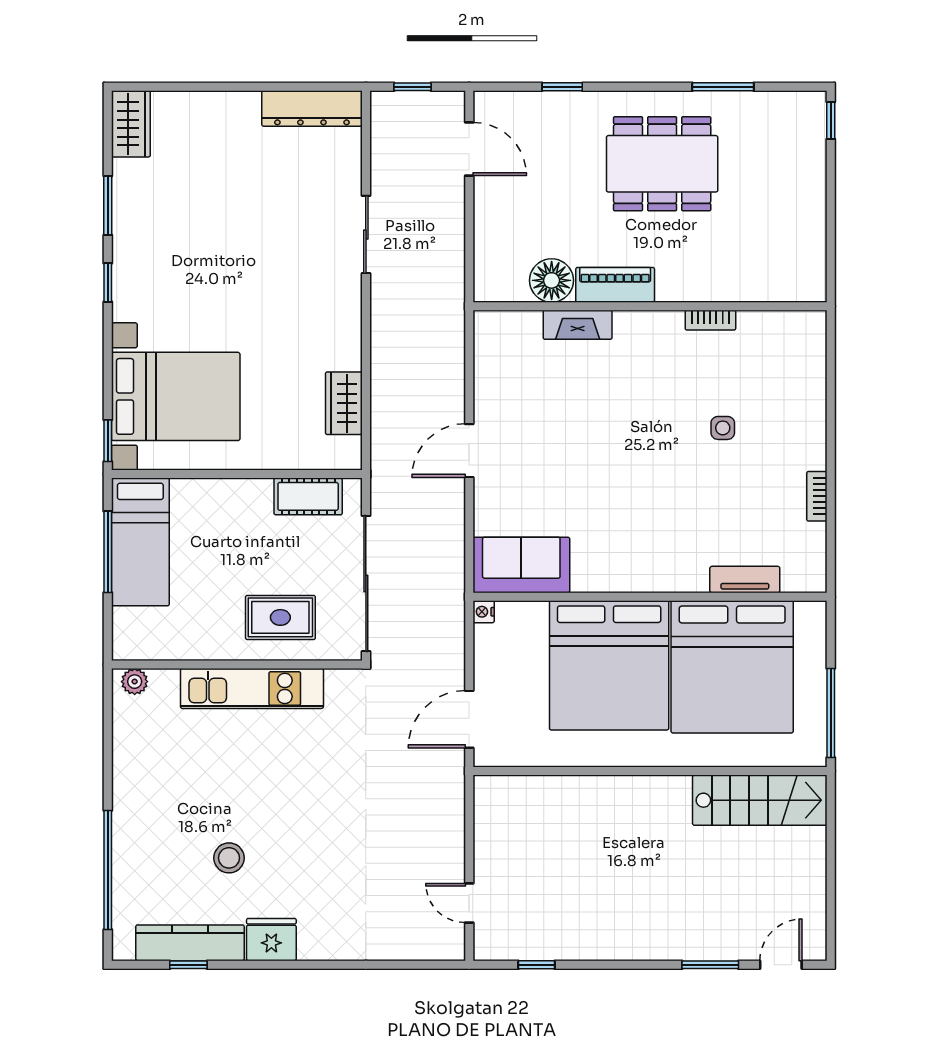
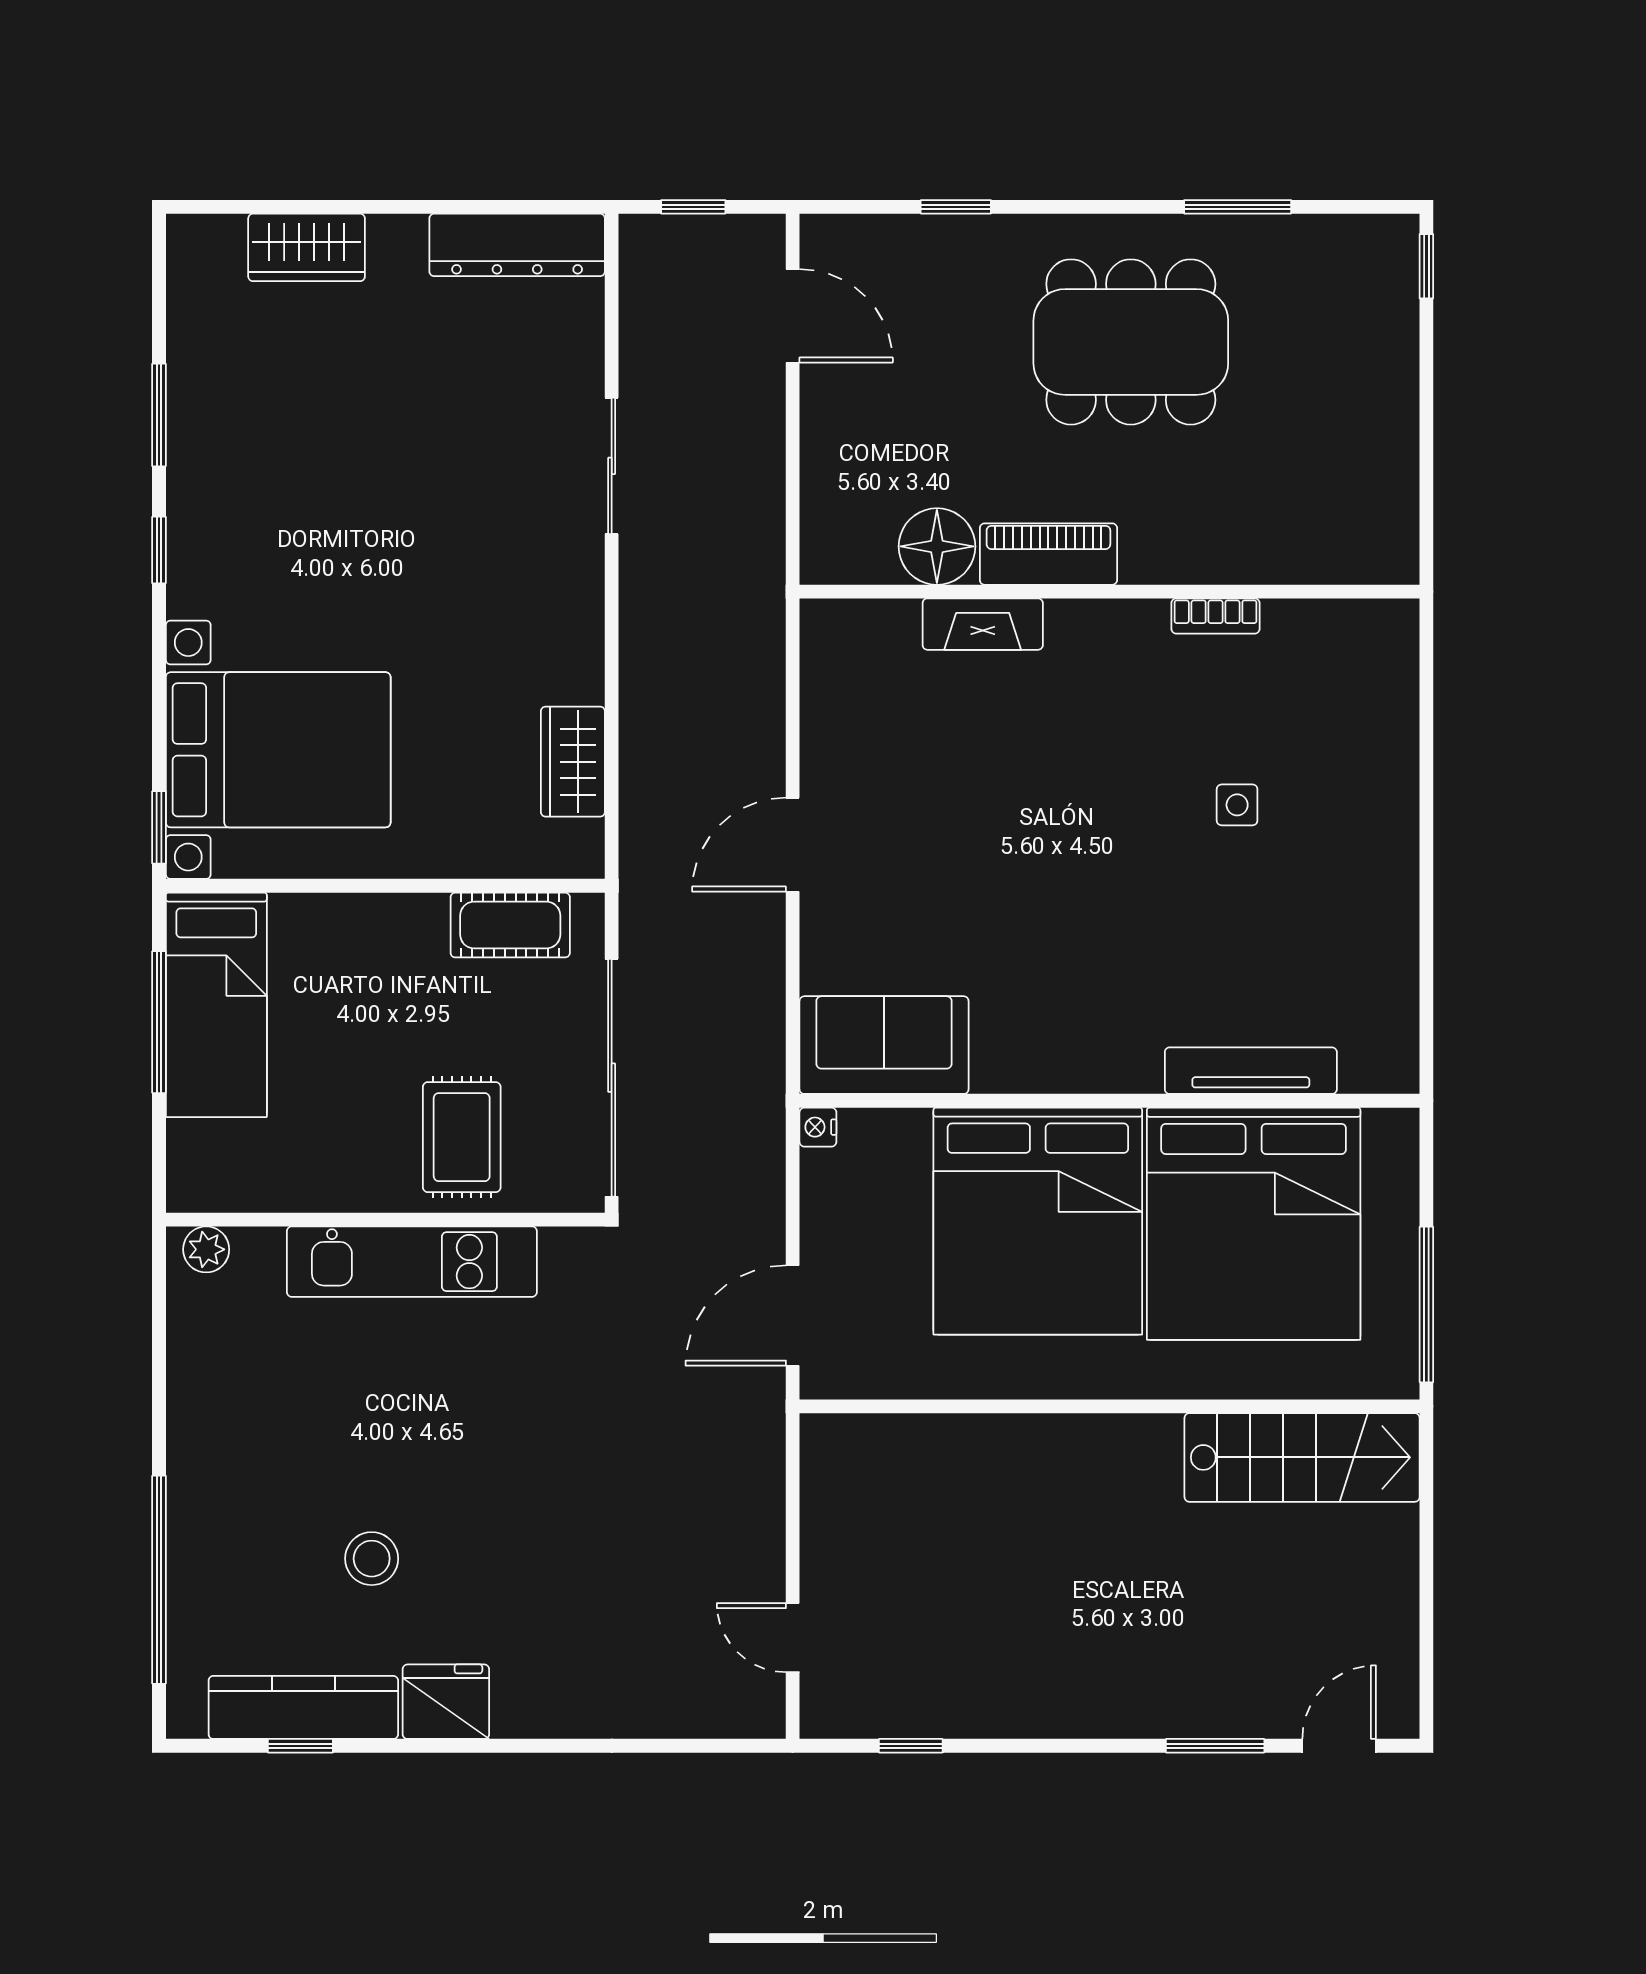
wardrobe: (131, 124) -> (307, 247), moved, turned 90
bookcase: (817, 496) -> (1402, 925), removed
tv unit: (745, 580) -> (1251, 1071), width x1.41
rug: (280, 617) -> (462, 1137), turned 90

